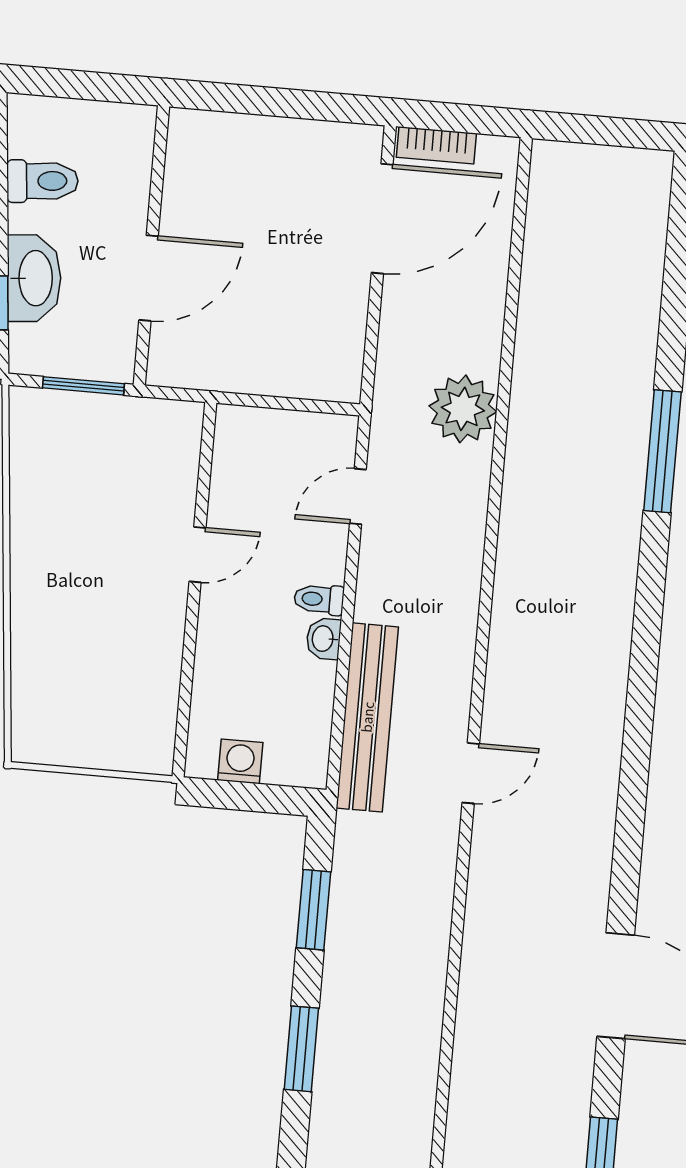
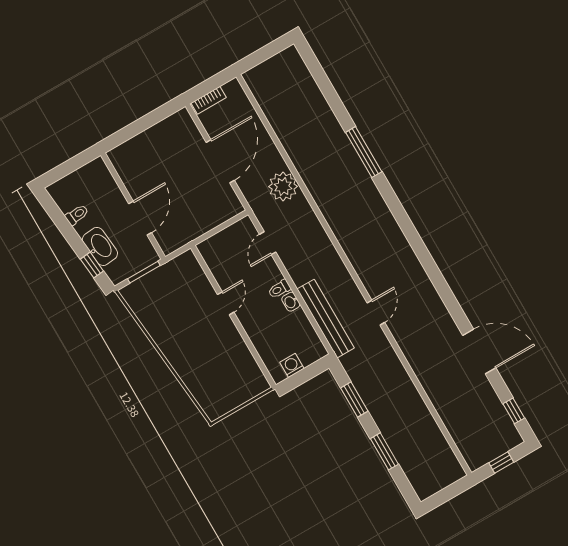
toilet: (42, 181) -> (77, 215), width x0.73, depth x0.72
door: (382, 219) -> (220, 161), moved

